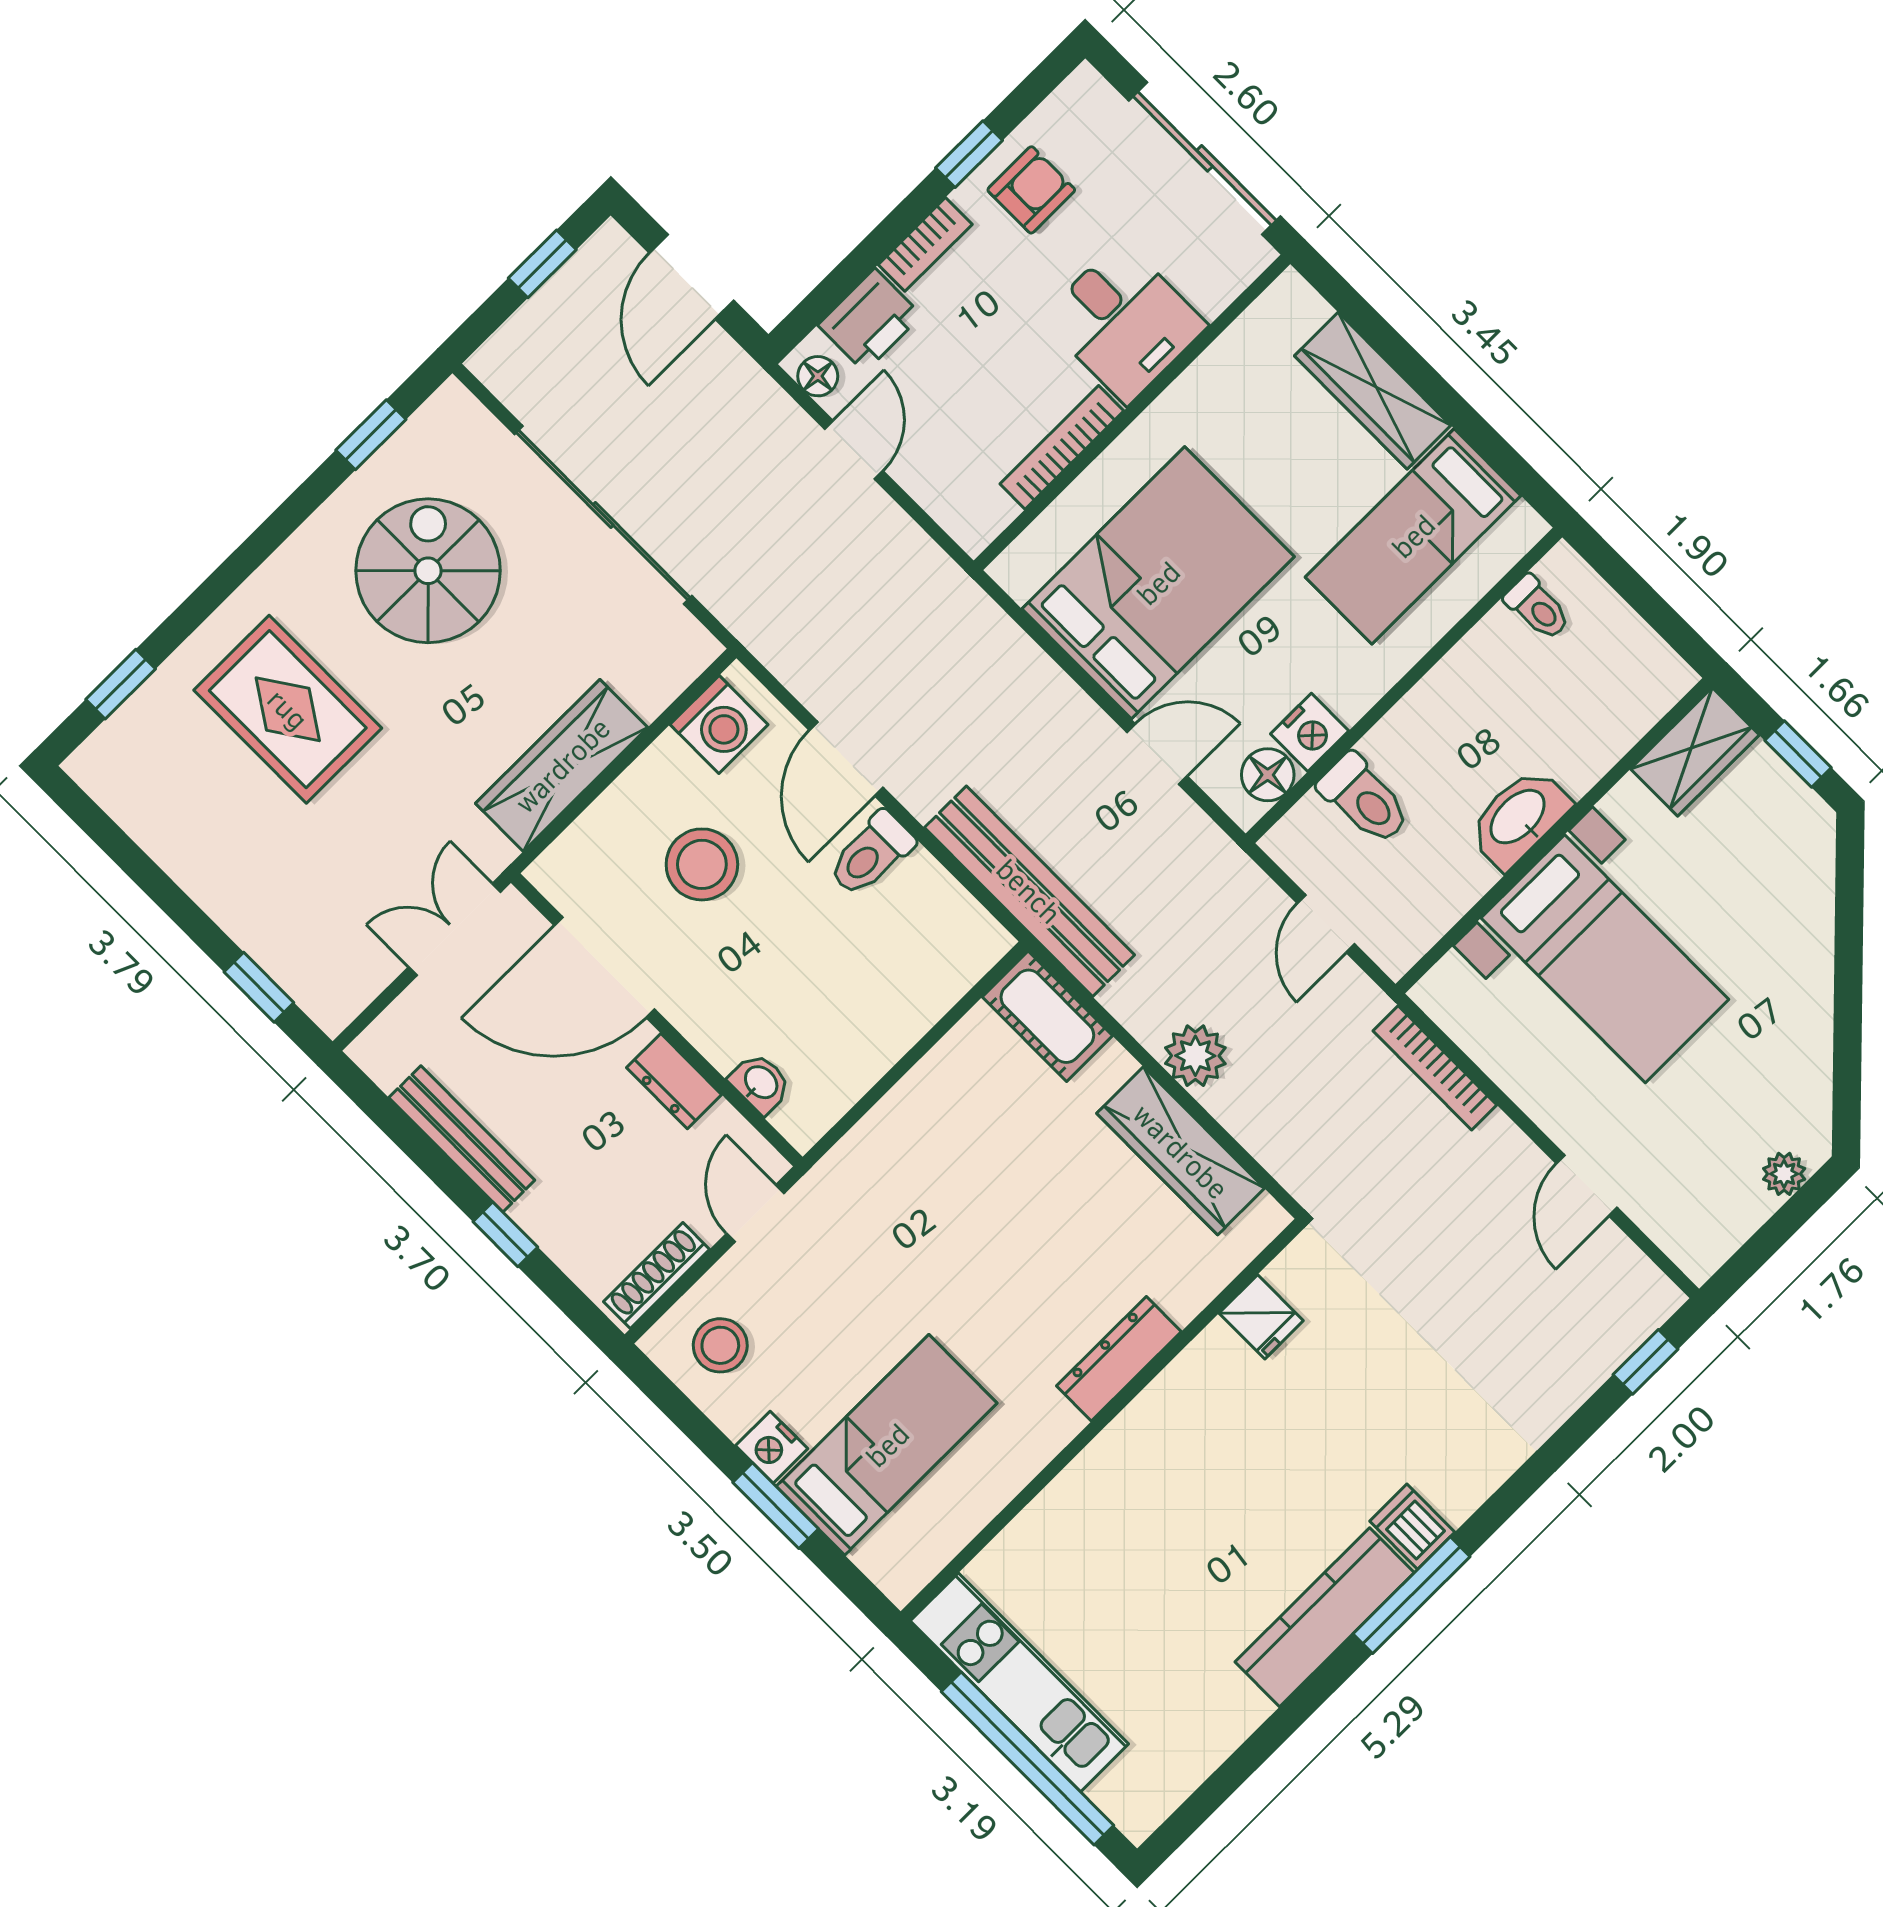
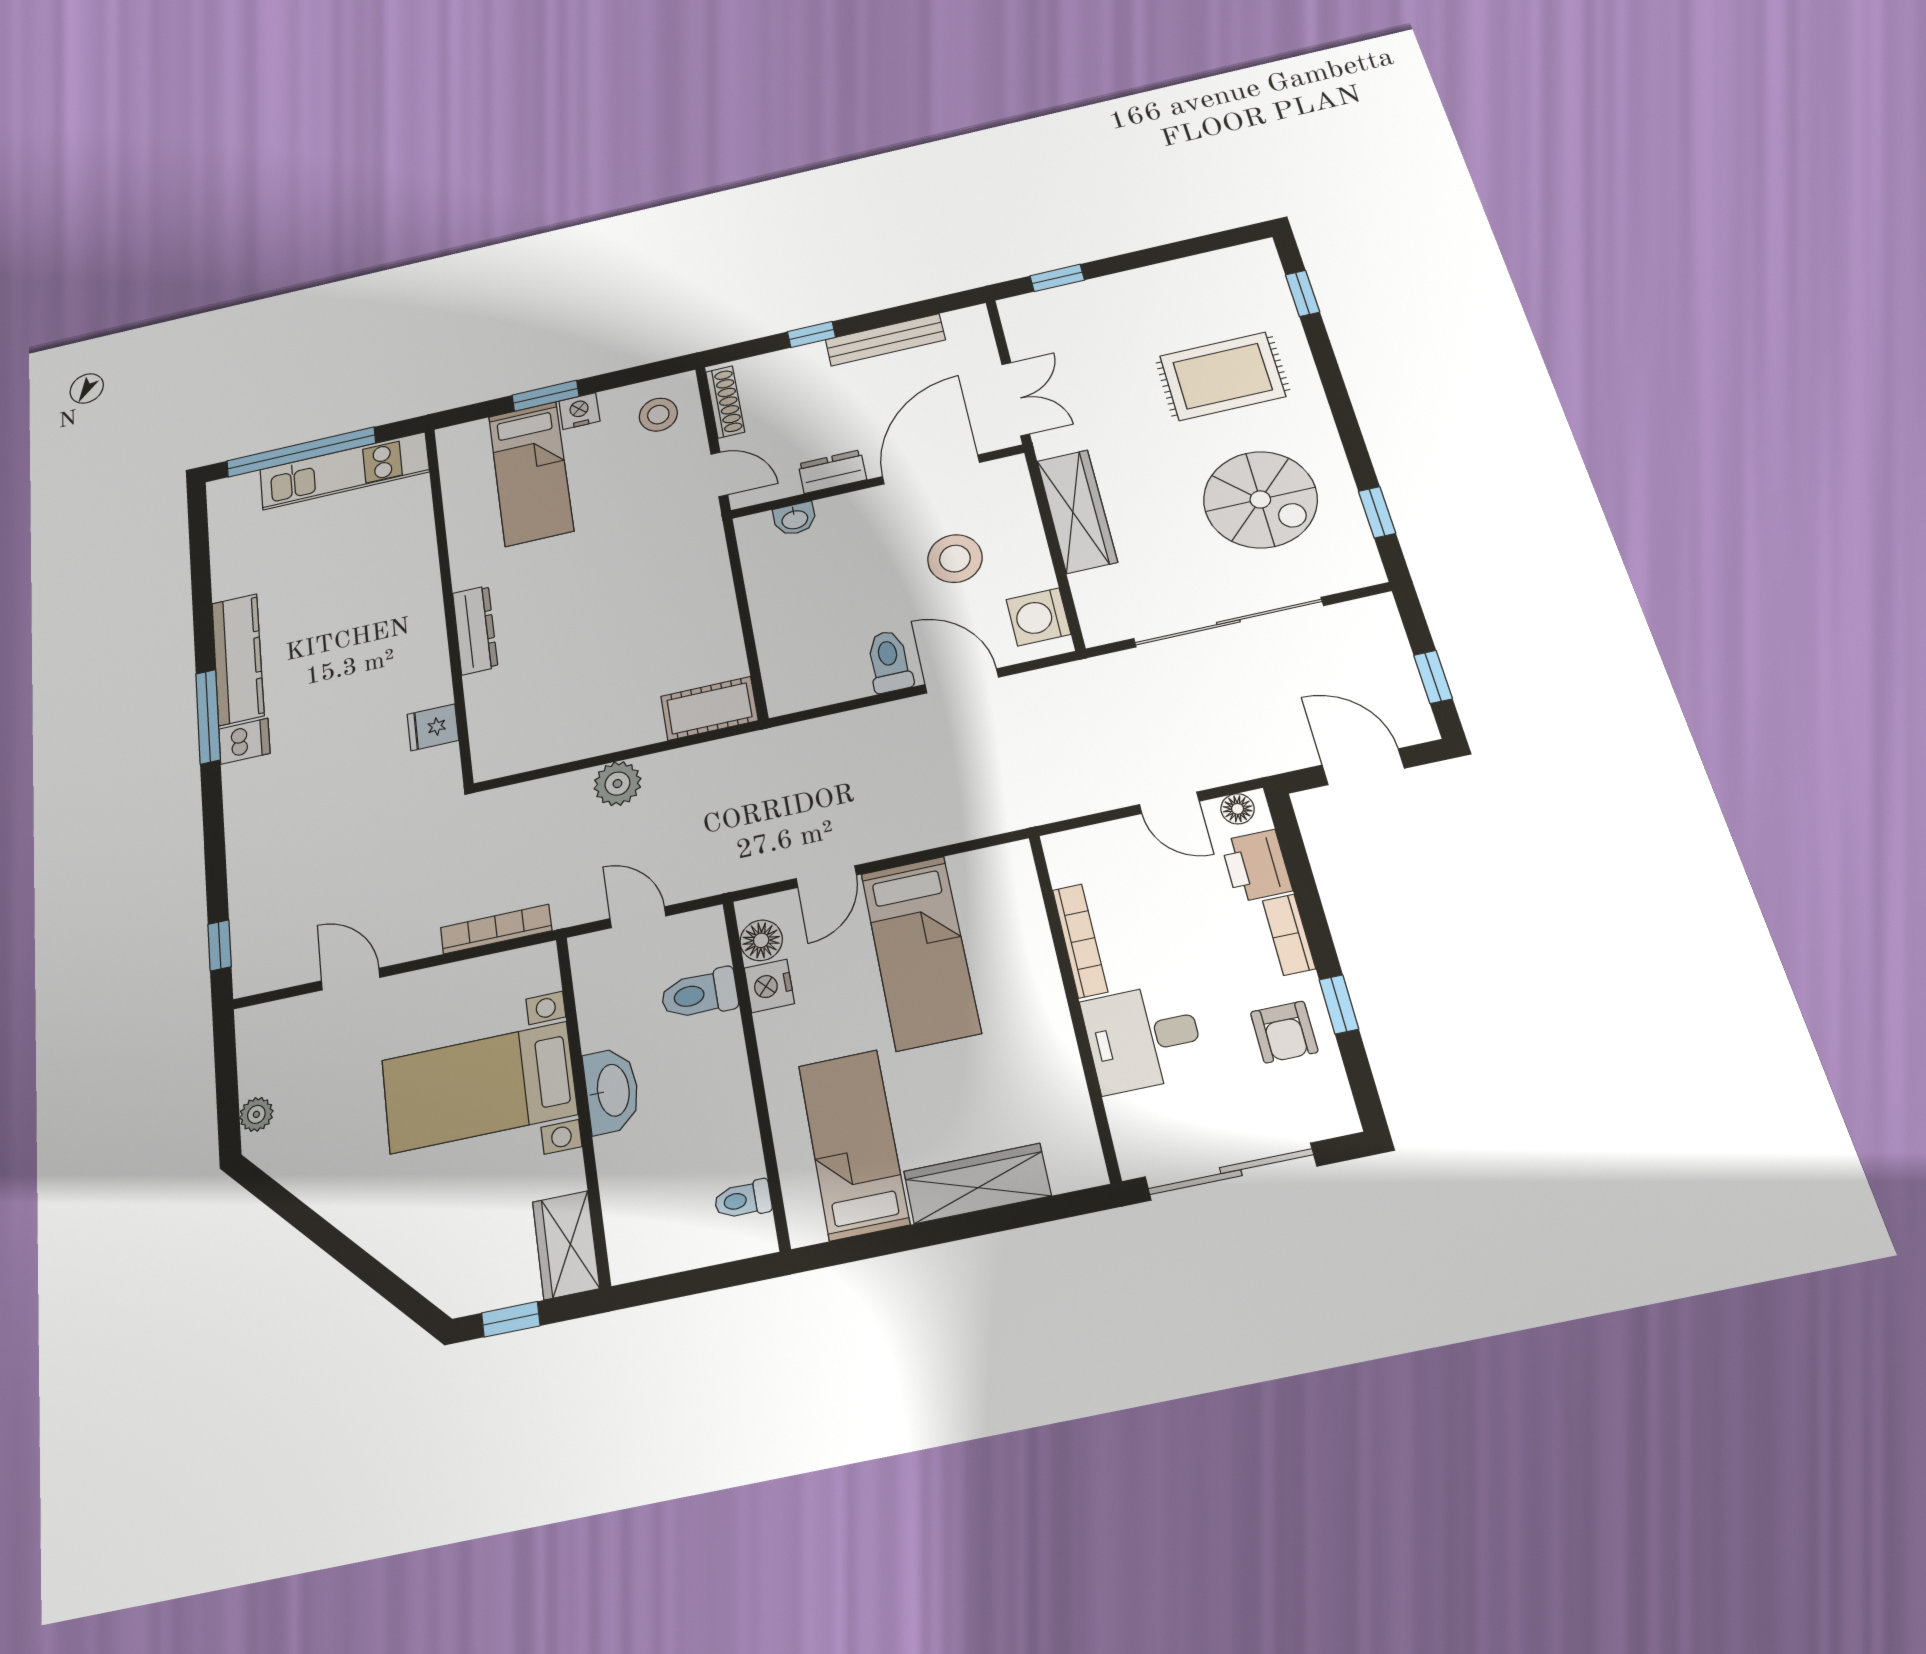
bed: (1158, 583) -> (920, 952), width x0.67
bench: (1029, 891) -> (796, 744), removed
wardrobe: (1181, 1151) -> (567, 739), removed

